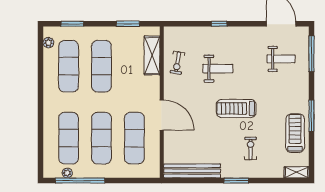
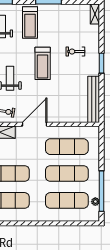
door: (162, 115) -> (34, 124), moved
treadmill: (295, 133) -> (30, 22), moved, turned -90

